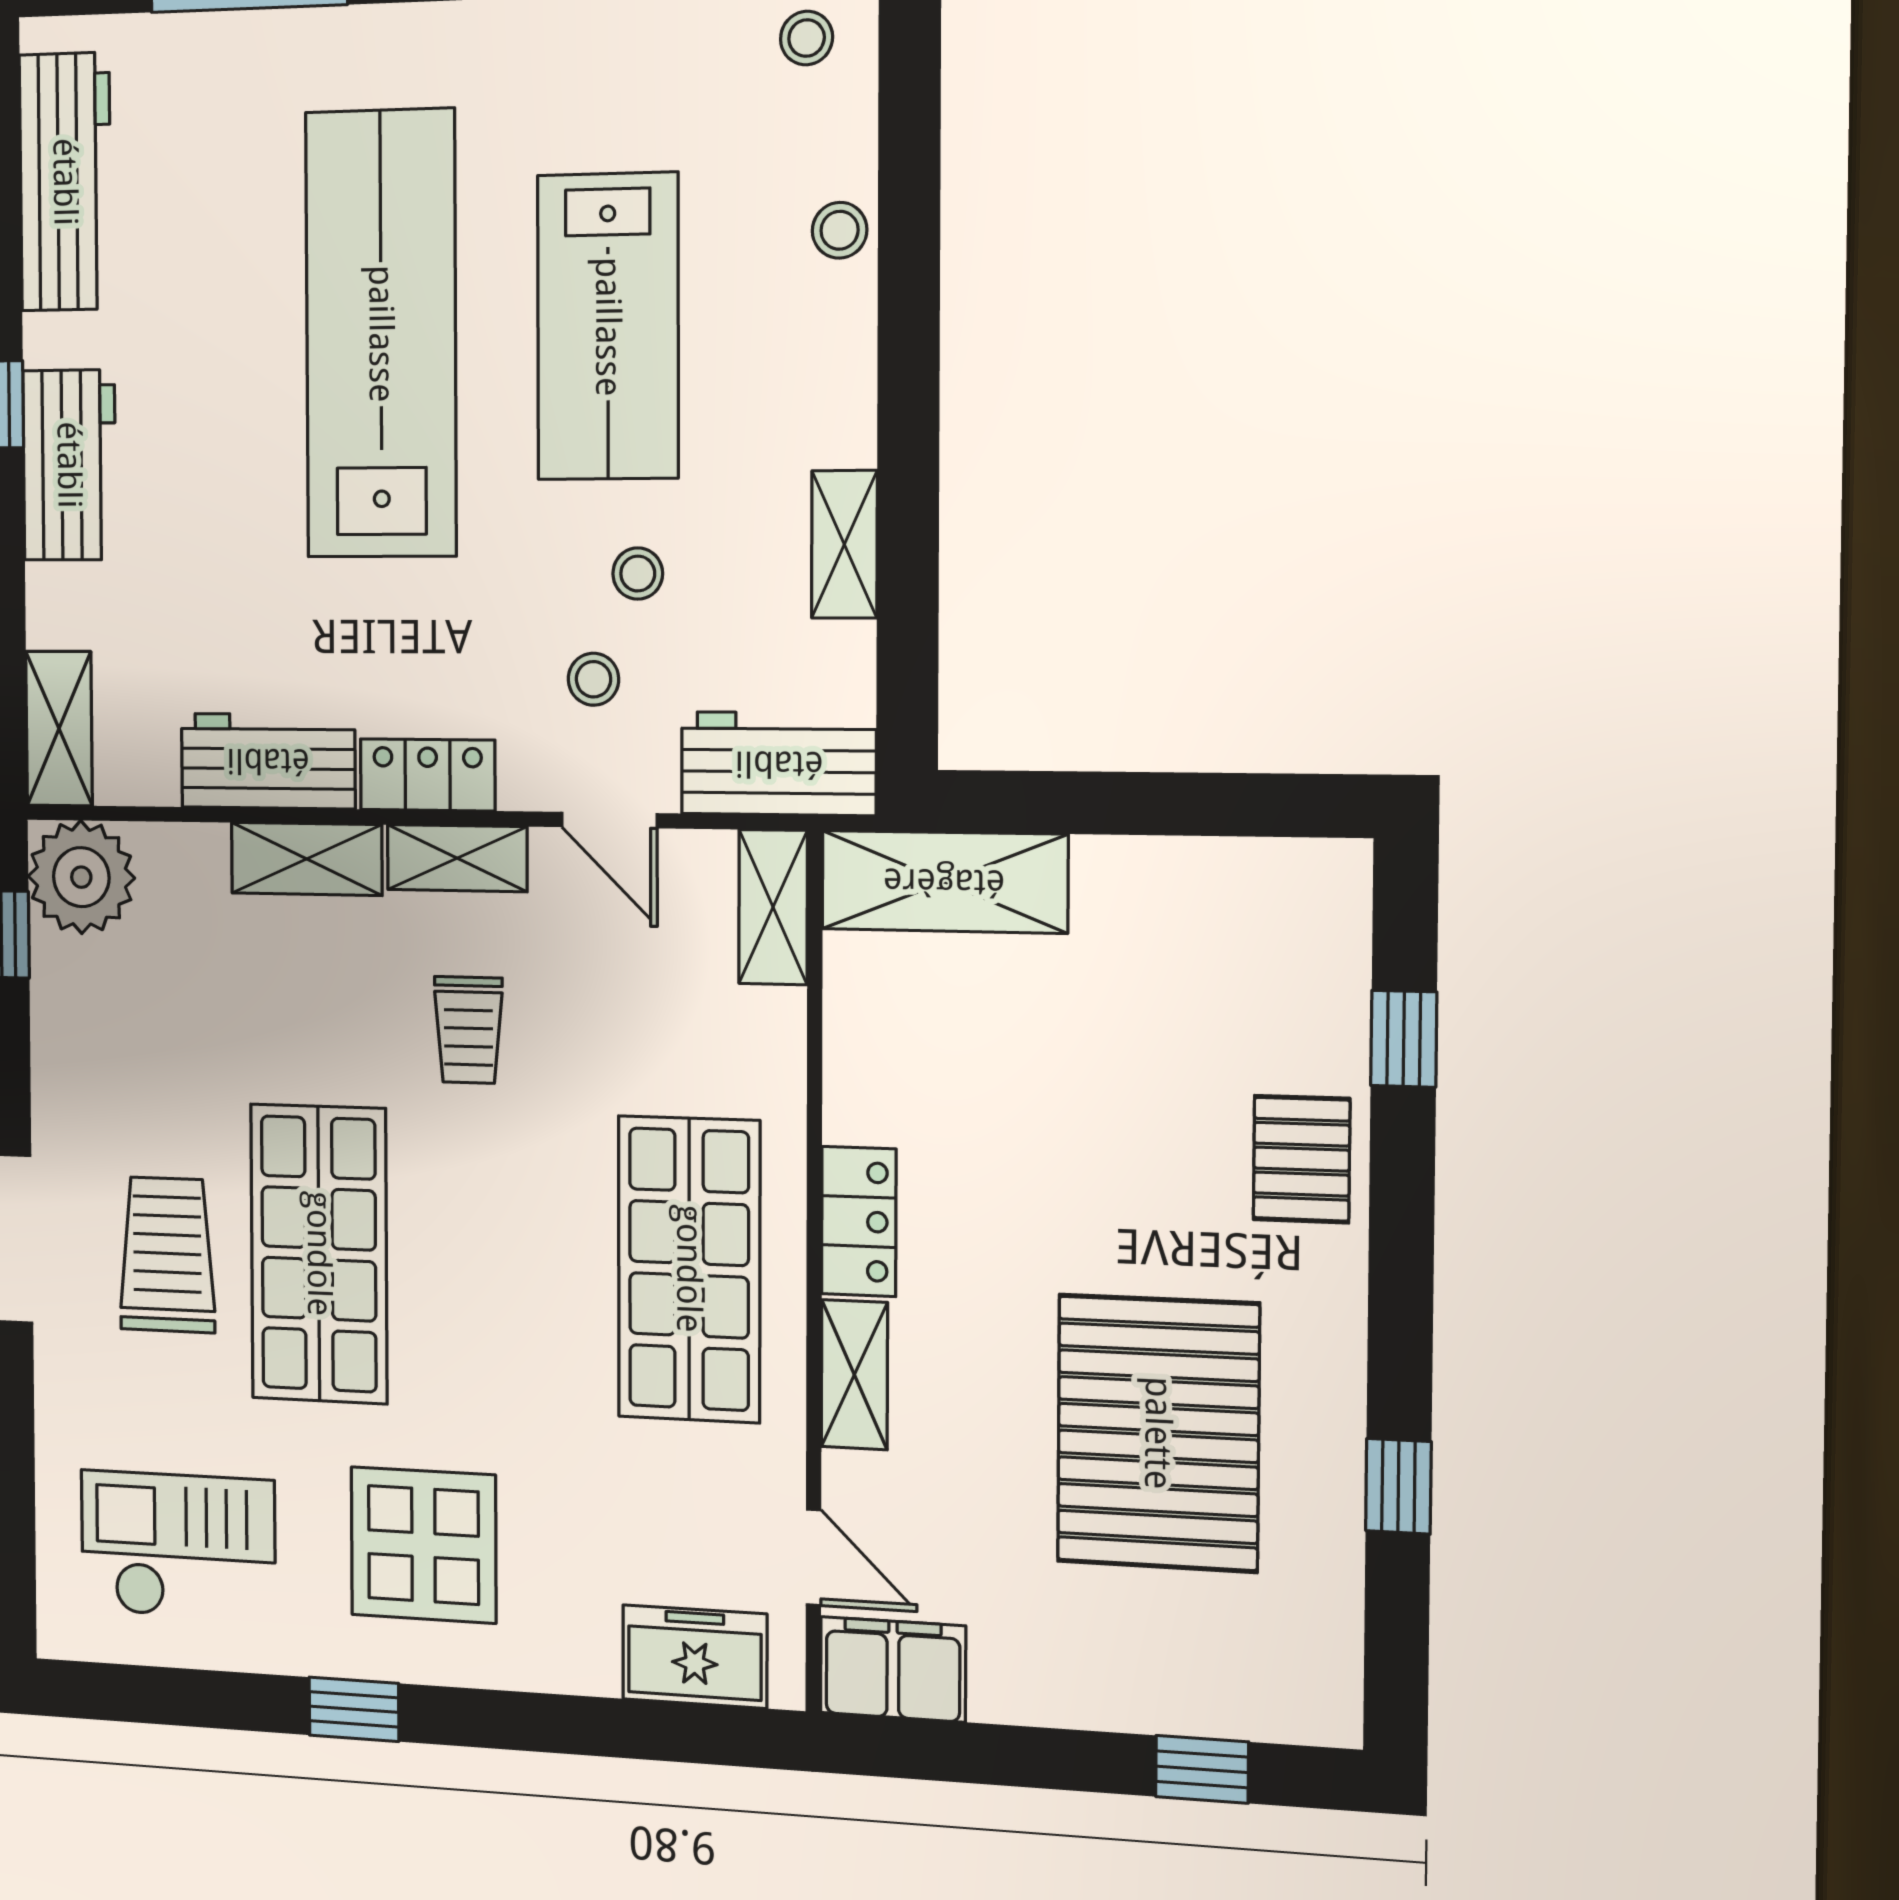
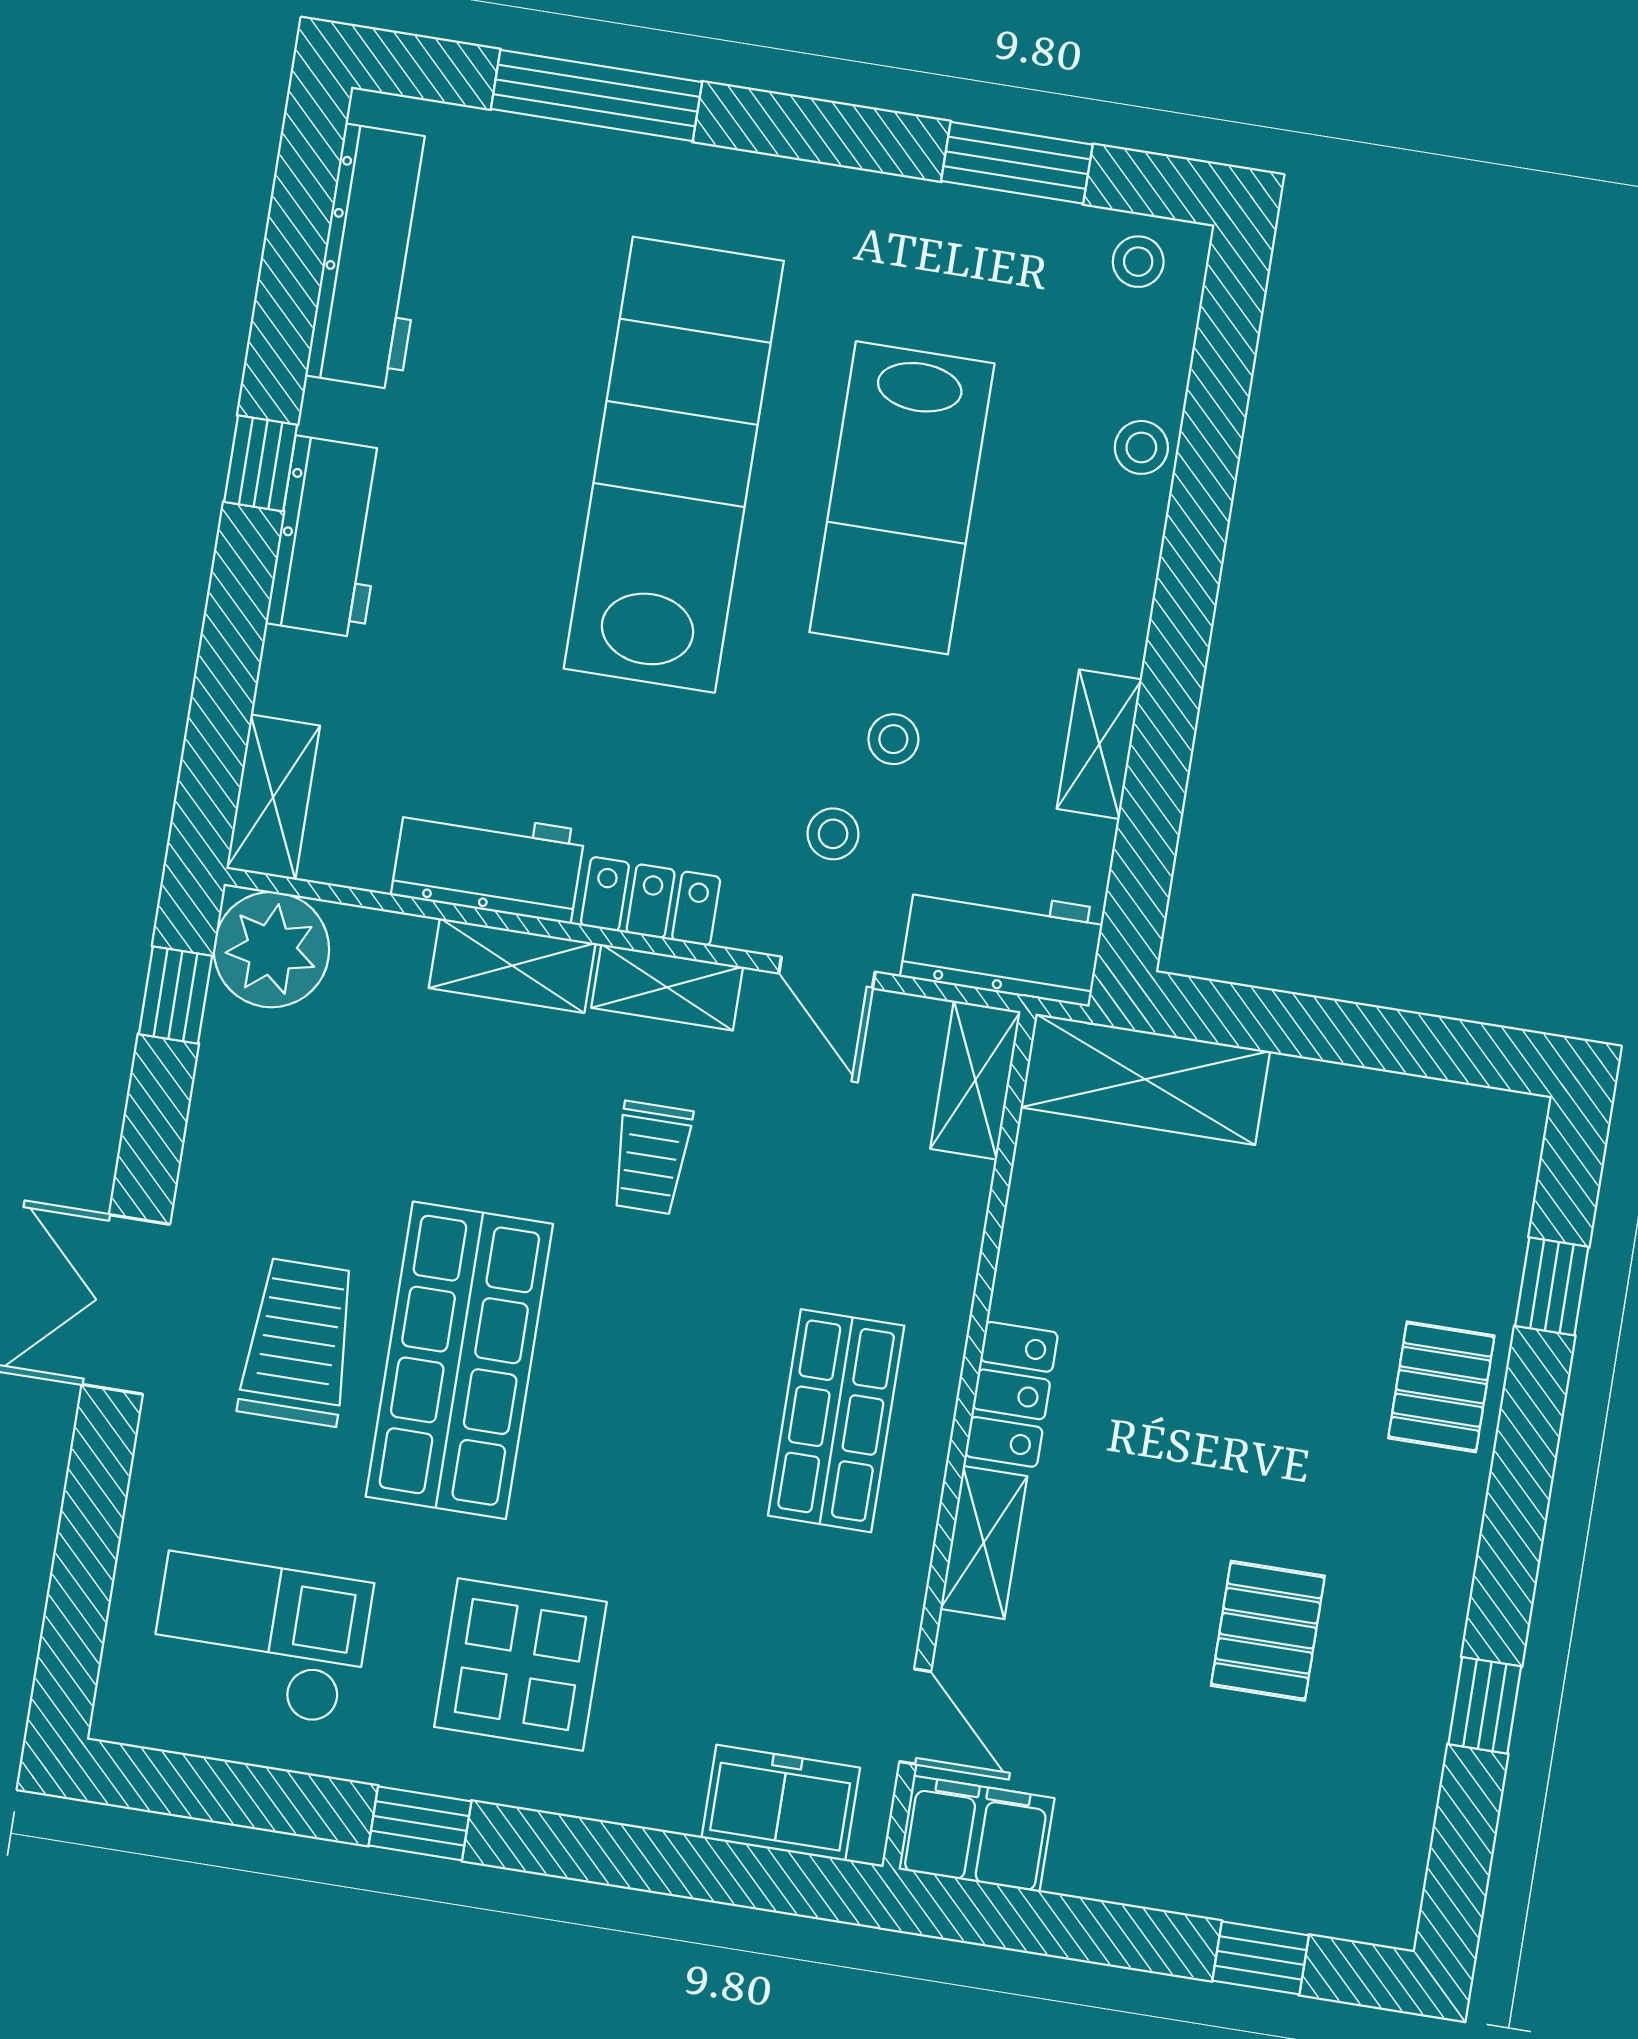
shop shelf: (689, 1269) -> (836, 1421), width x0.70, depth x0.74
pallet: (1158, 1433) -> (1268, 1631), width x0.49, depth x0.50

